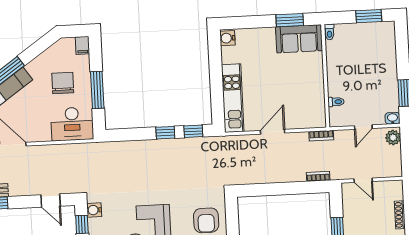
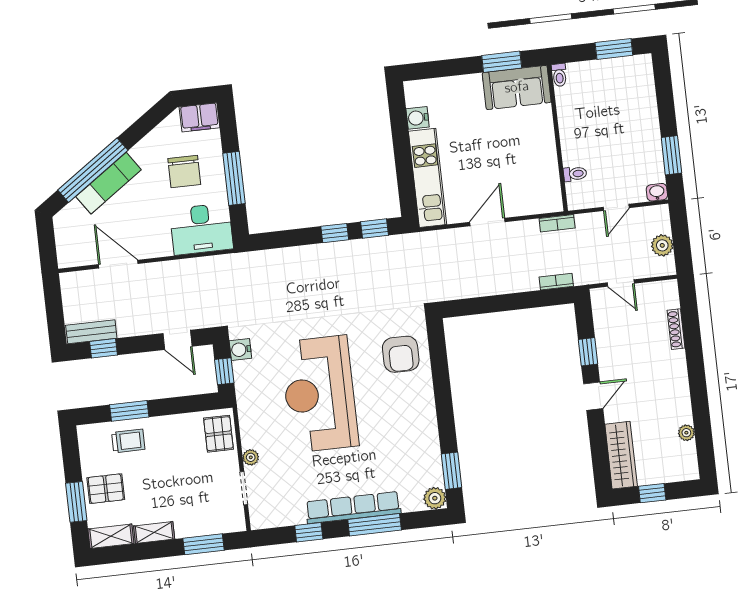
water cooler: (227, 38) -> (418, 118), moved
filing cabinet: (82, 45) -> (199, 117), width x2.00
chair: (63, 83) -> (184, 171), turned 180
plant: (393, 138) -> (662, 245), moved

